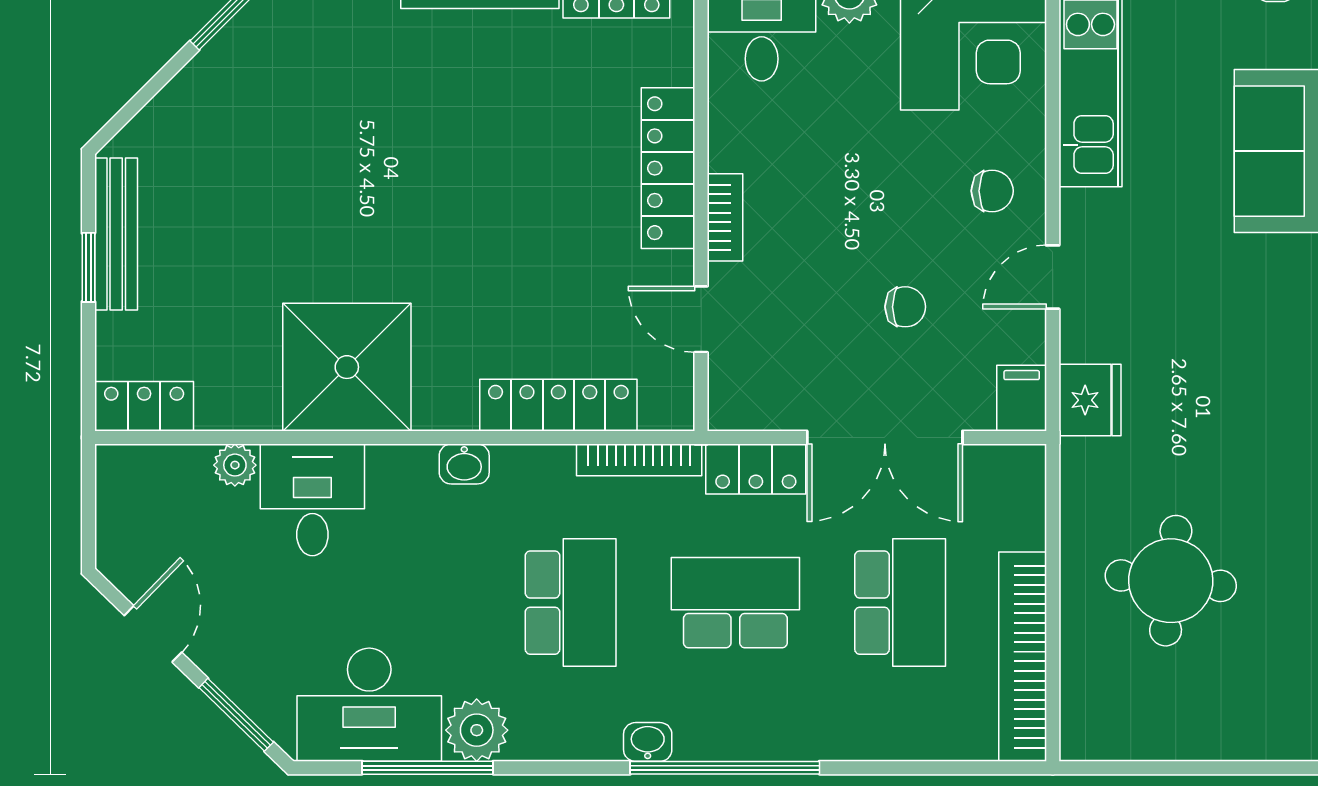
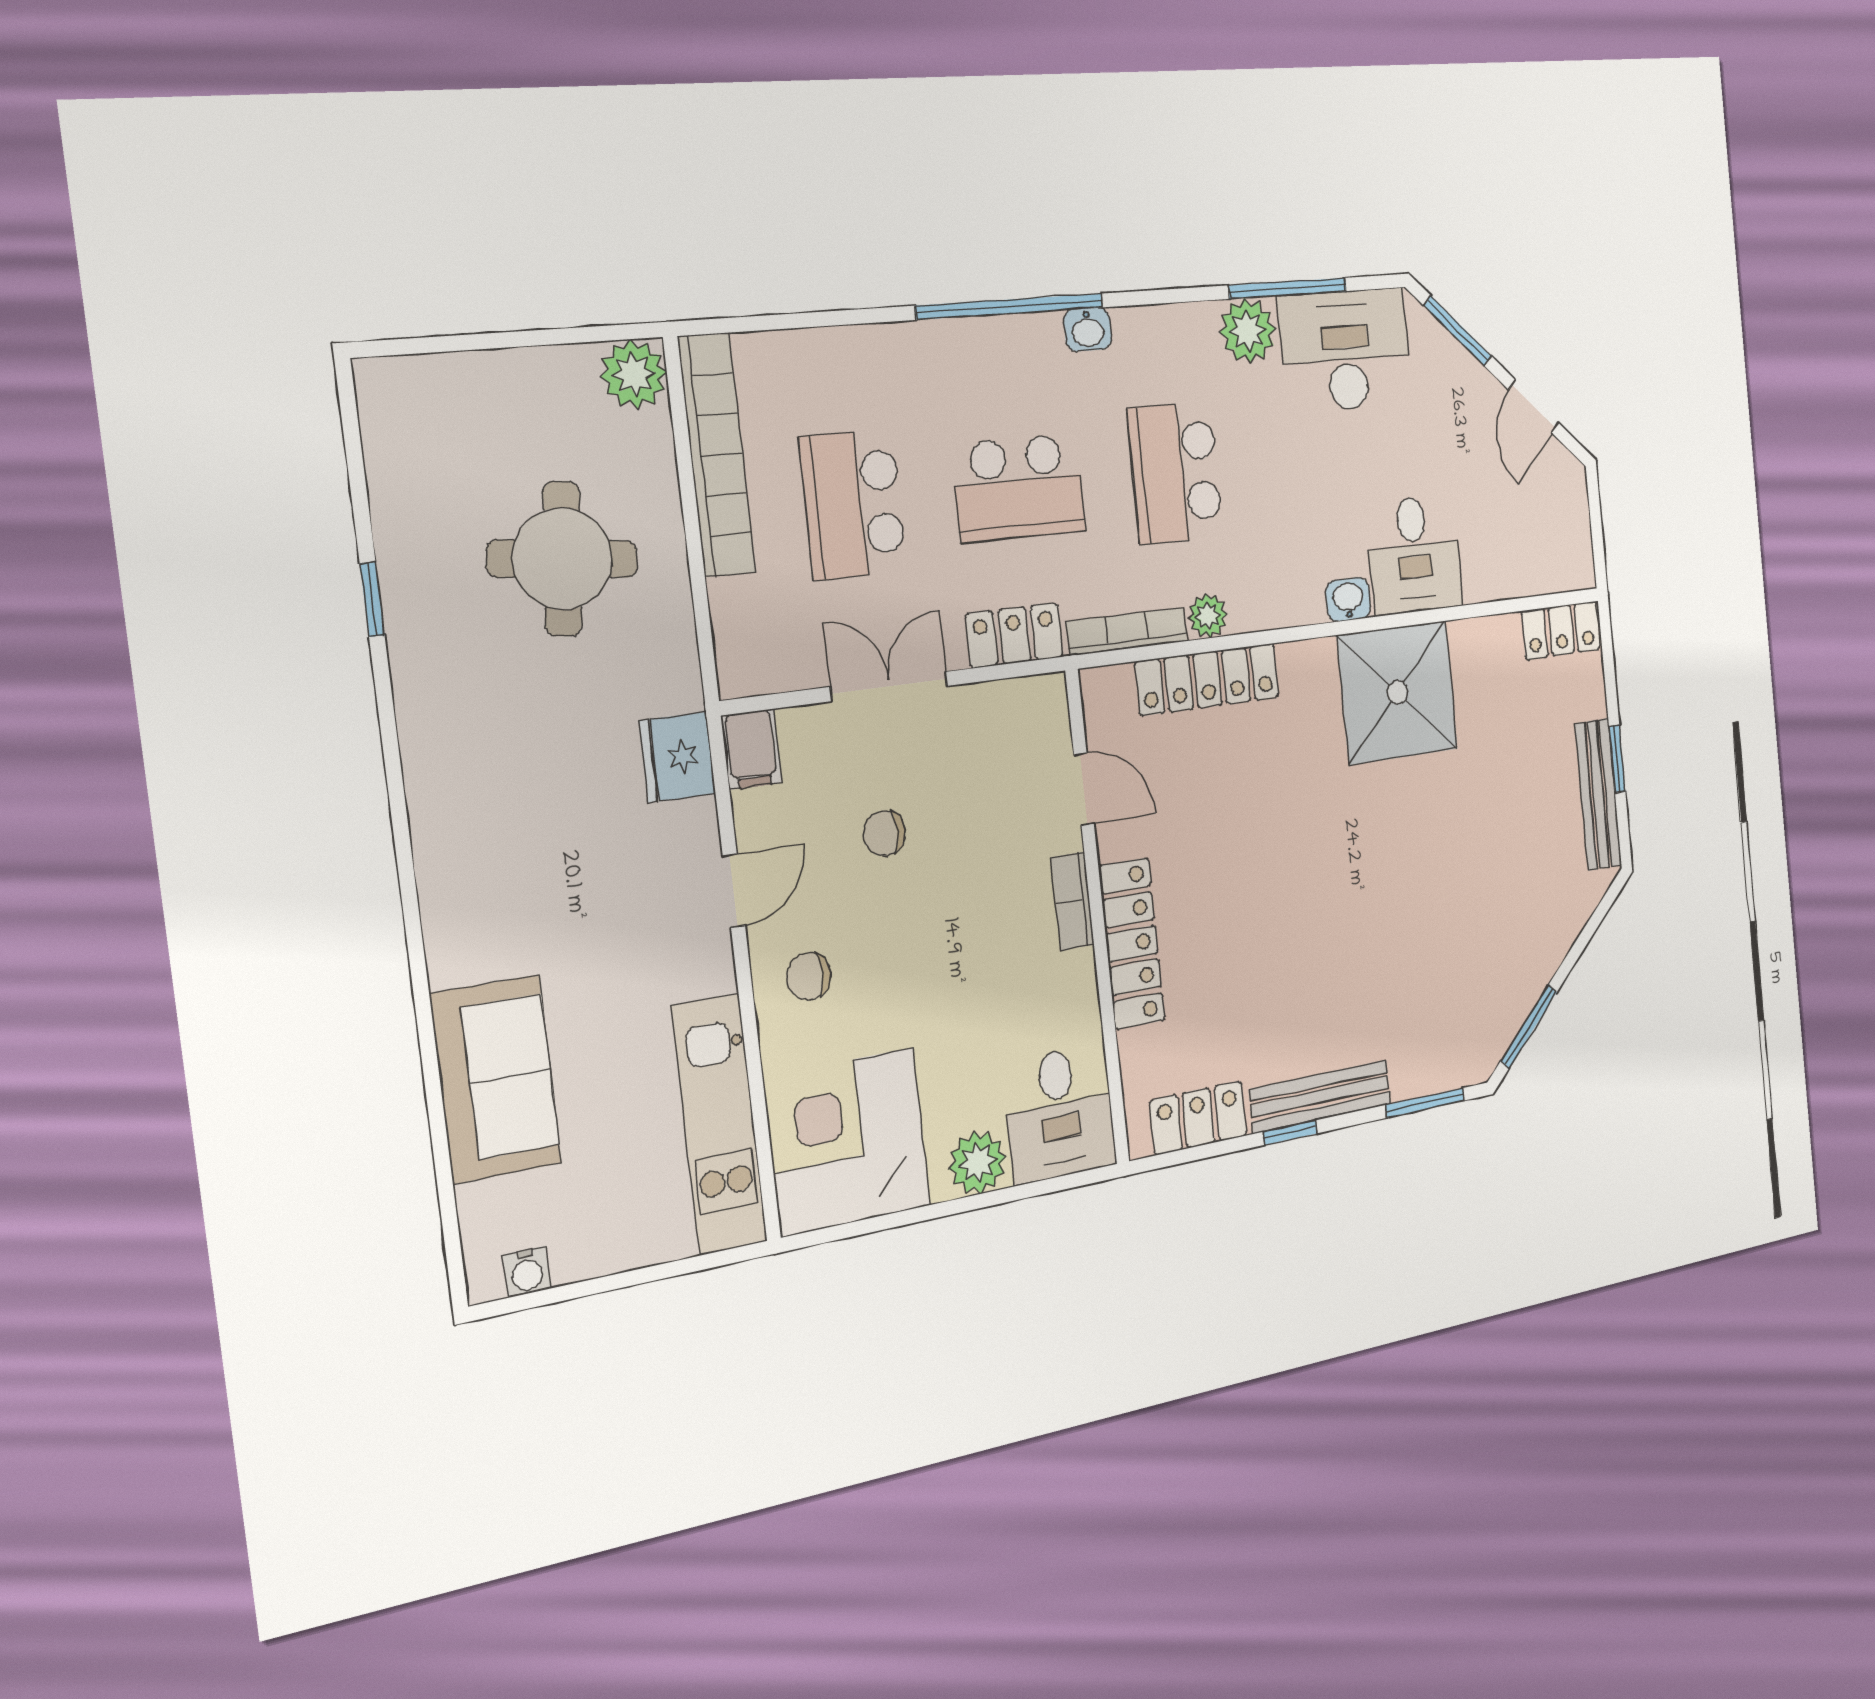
double door: (885, 437) -> (889, 686), width x0.73
washbasin: (464, 464) -> (1348, 599), moved
plant: (235, 465) -> (1208, 616), moved
plant: (1089, 731) -> (634, 374), added

